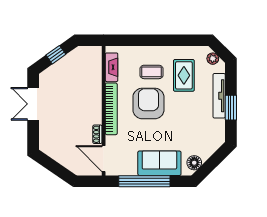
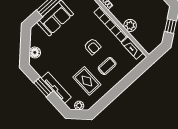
plant: (94, 91) -> (130, 25), added
armchair: (148, 103) -> (92, 46), width x0.53, depth x0.53
floor lamp: (194, 163) -> (35, 52), moved

